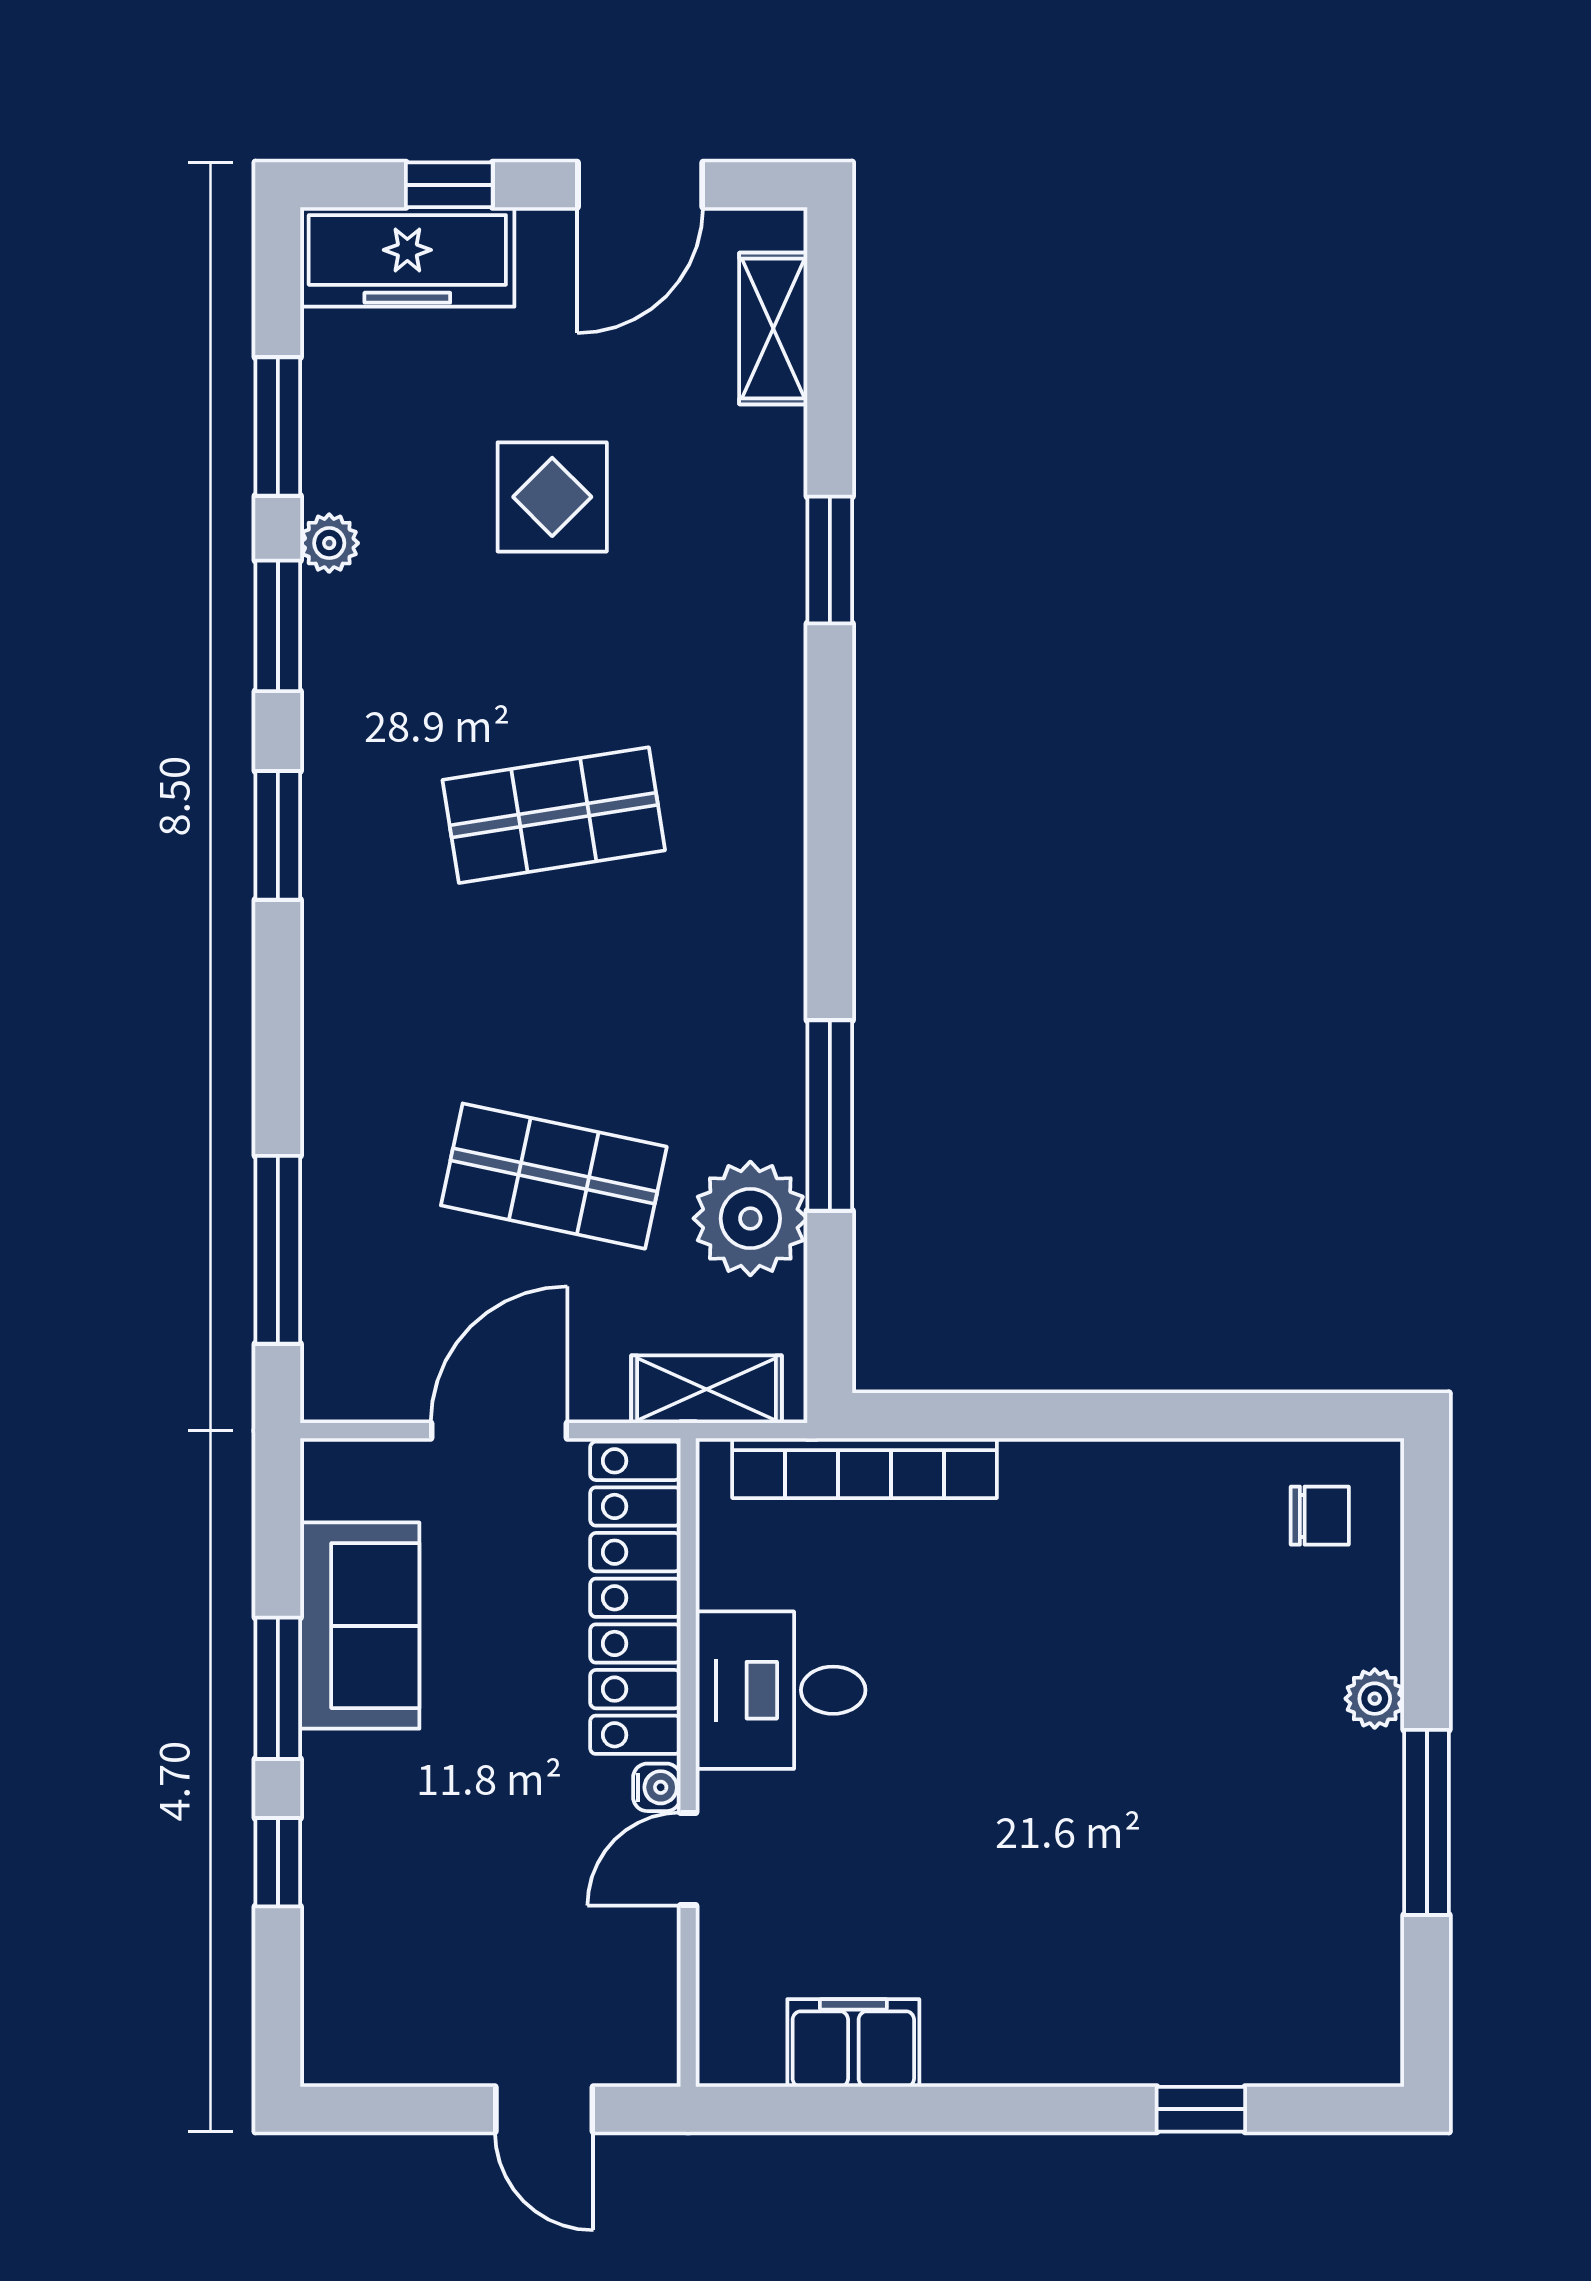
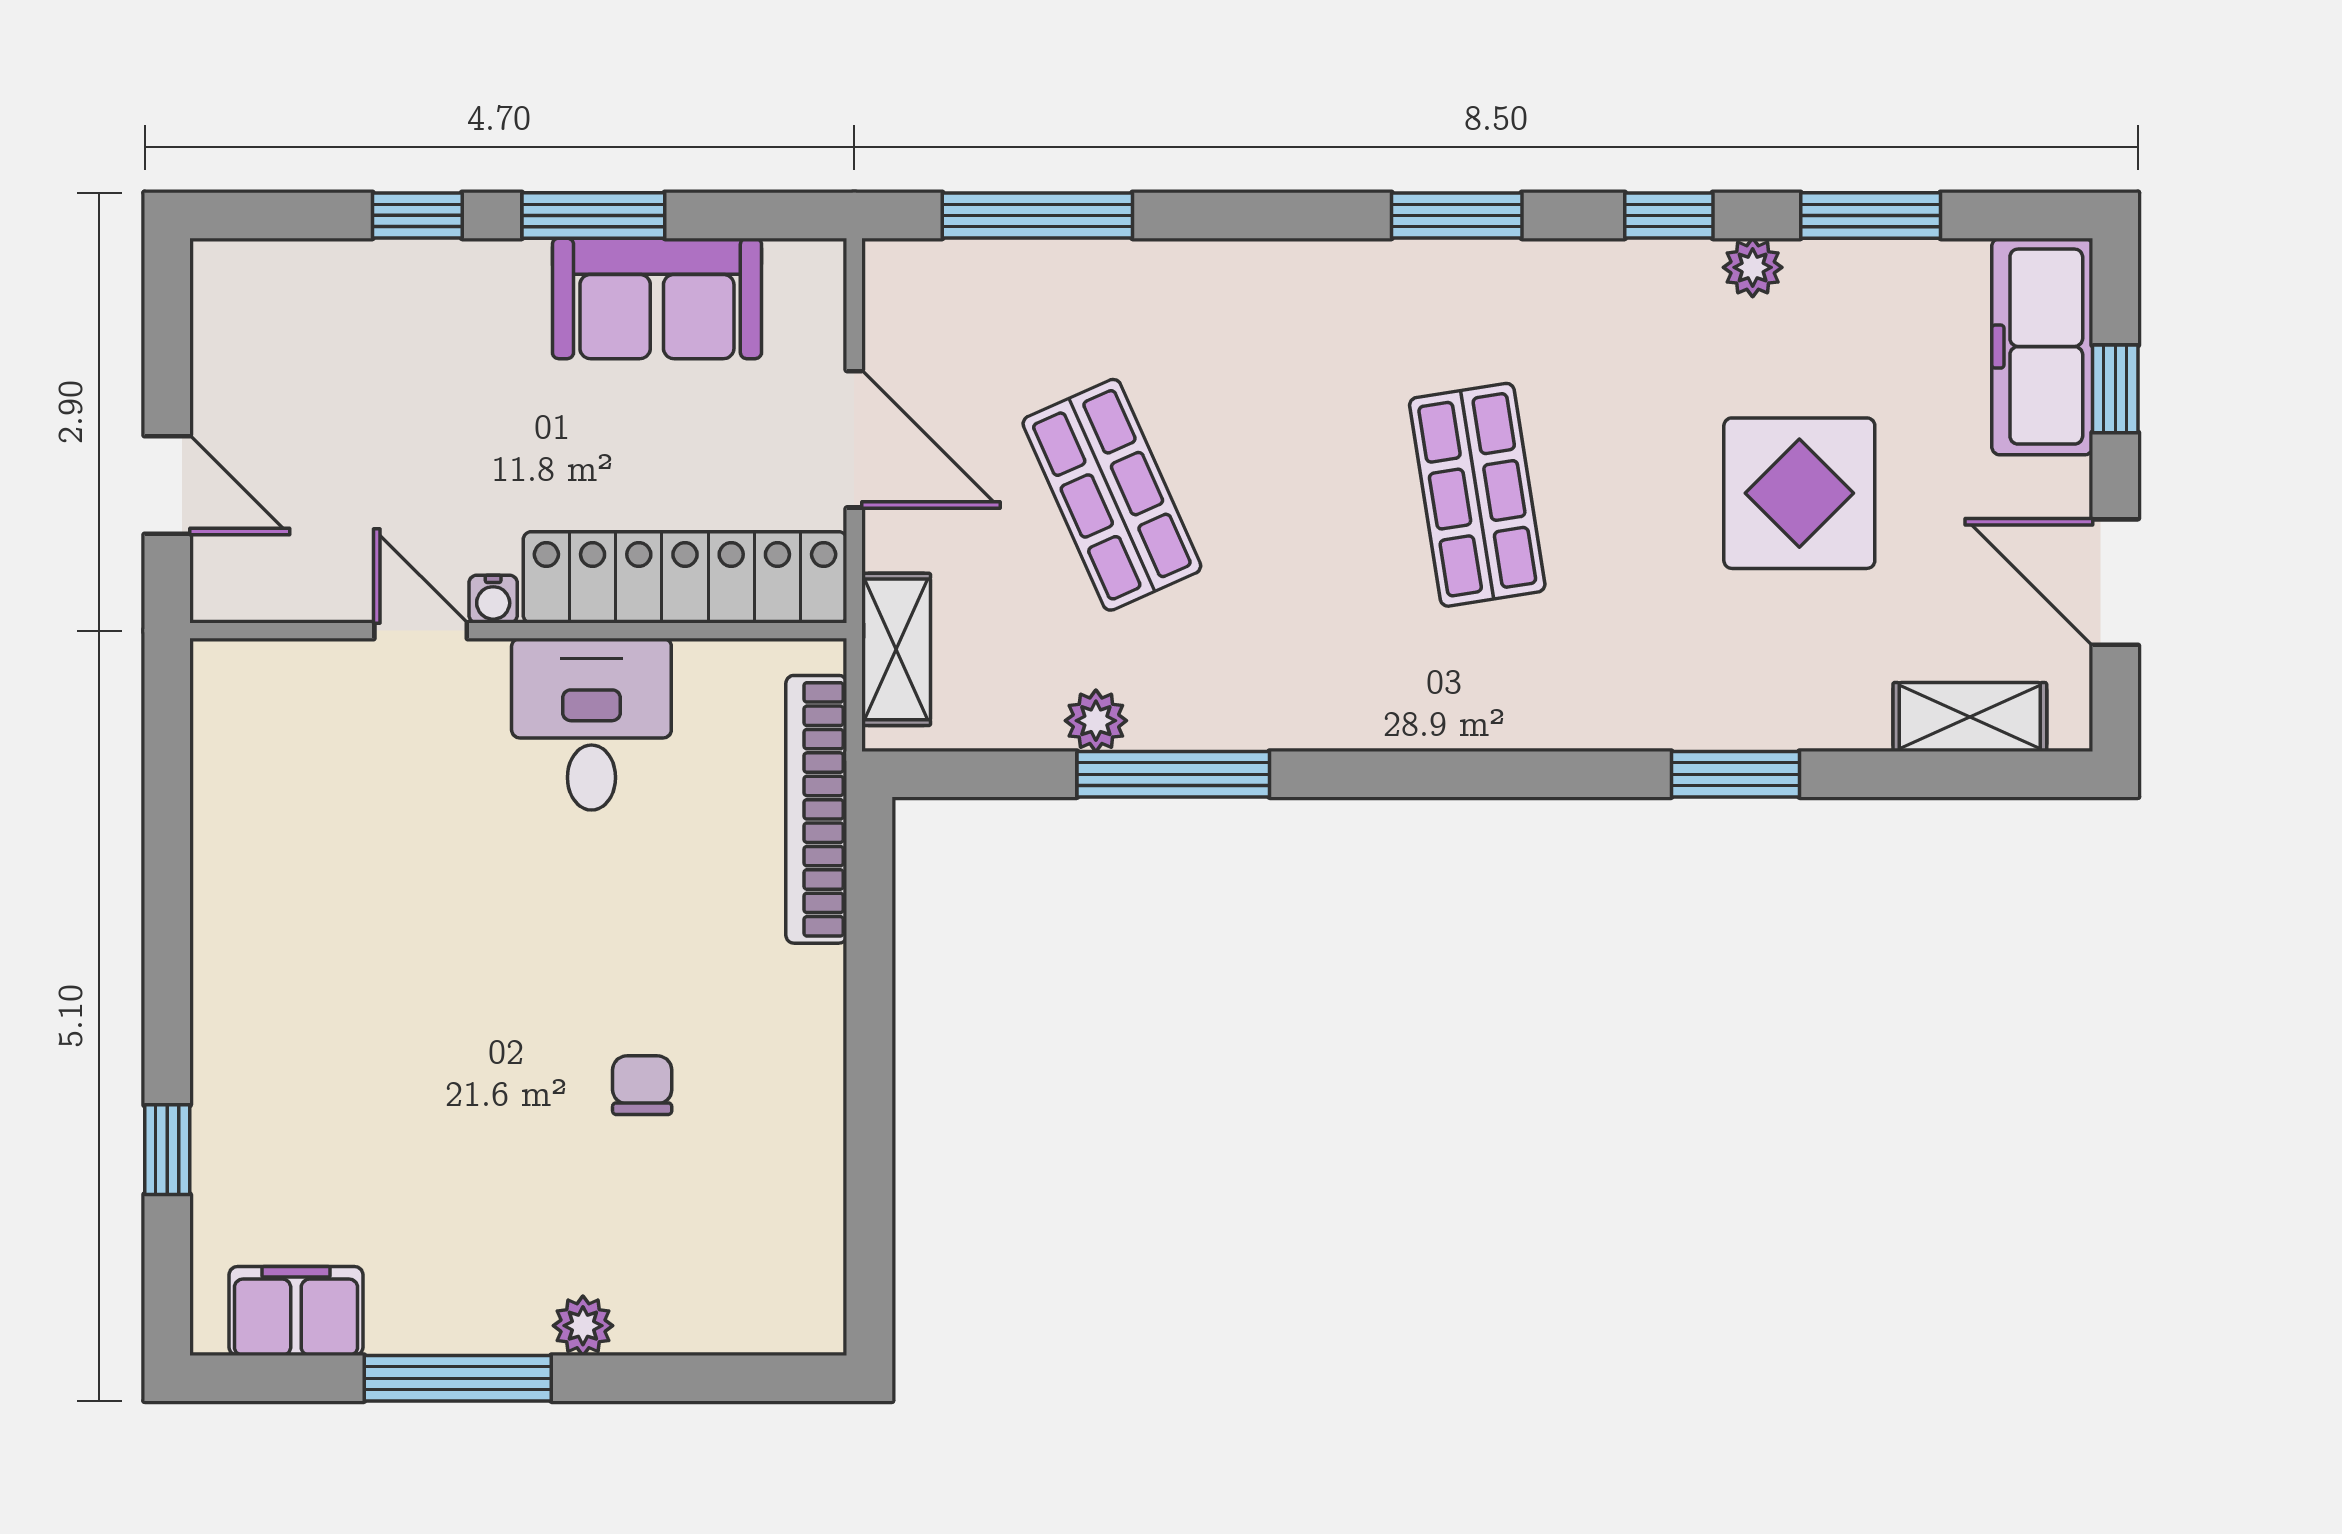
display table: (552, 497) -> (1799, 493), width x1.36, depth x1.36
window: (278, 626) -> (1669, 215), width x0.67
shop shelf: (554, 1176) -> (1112, 495), turned -36
plant: (750, 1218) -> (1096, 721), width x0.53, depth x0.53
chair: (1320, 1516) -> (642, 1085), moved, turned 180
filing cabinet: (853, 2043) -> (296, 1311), moved, turned -90
door: (544, 2109) -> (167, 485), swing flipped

